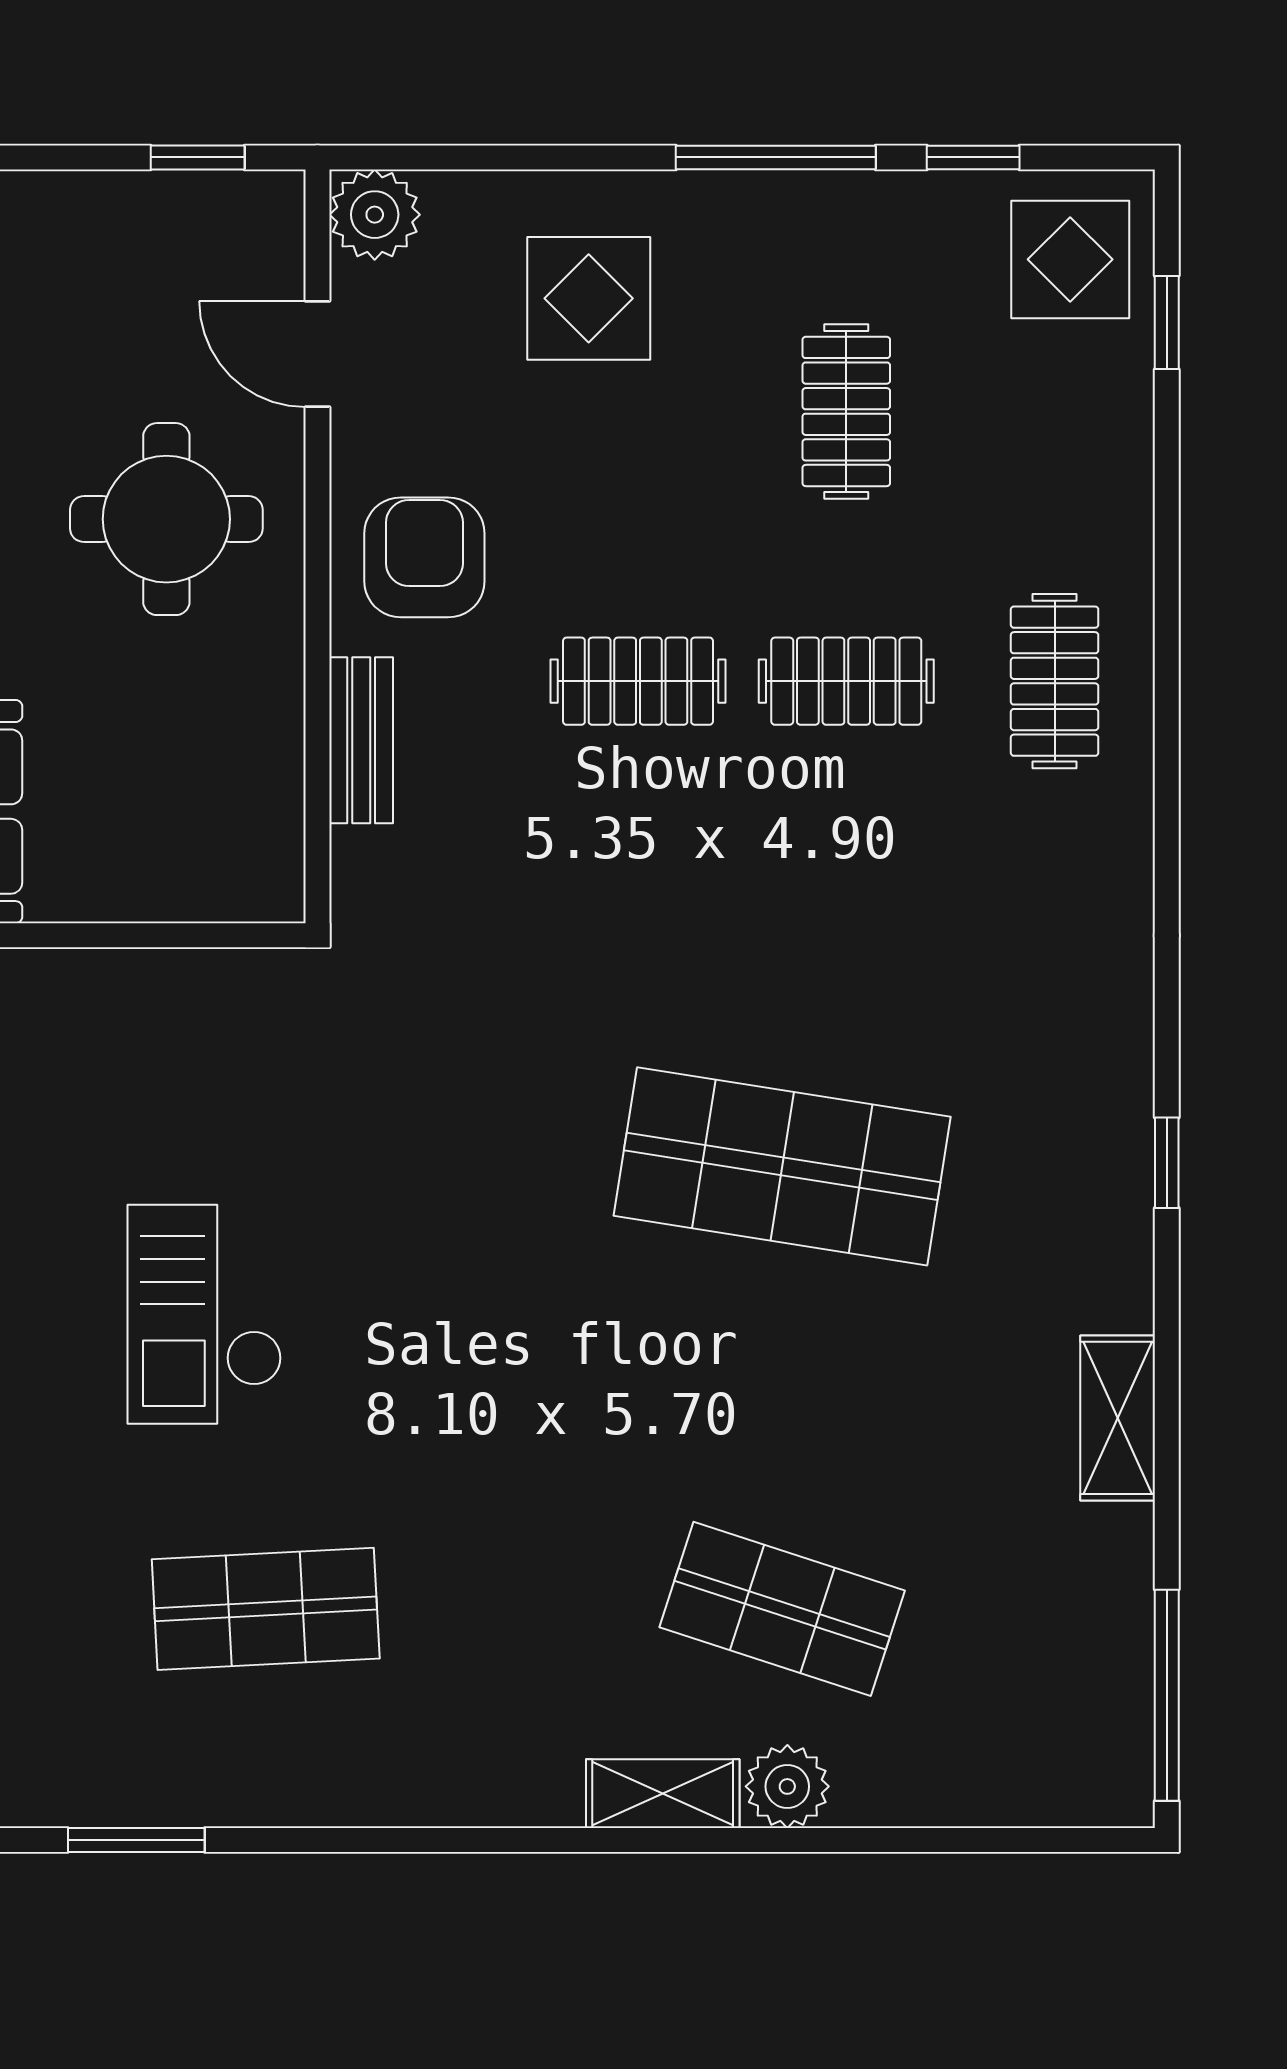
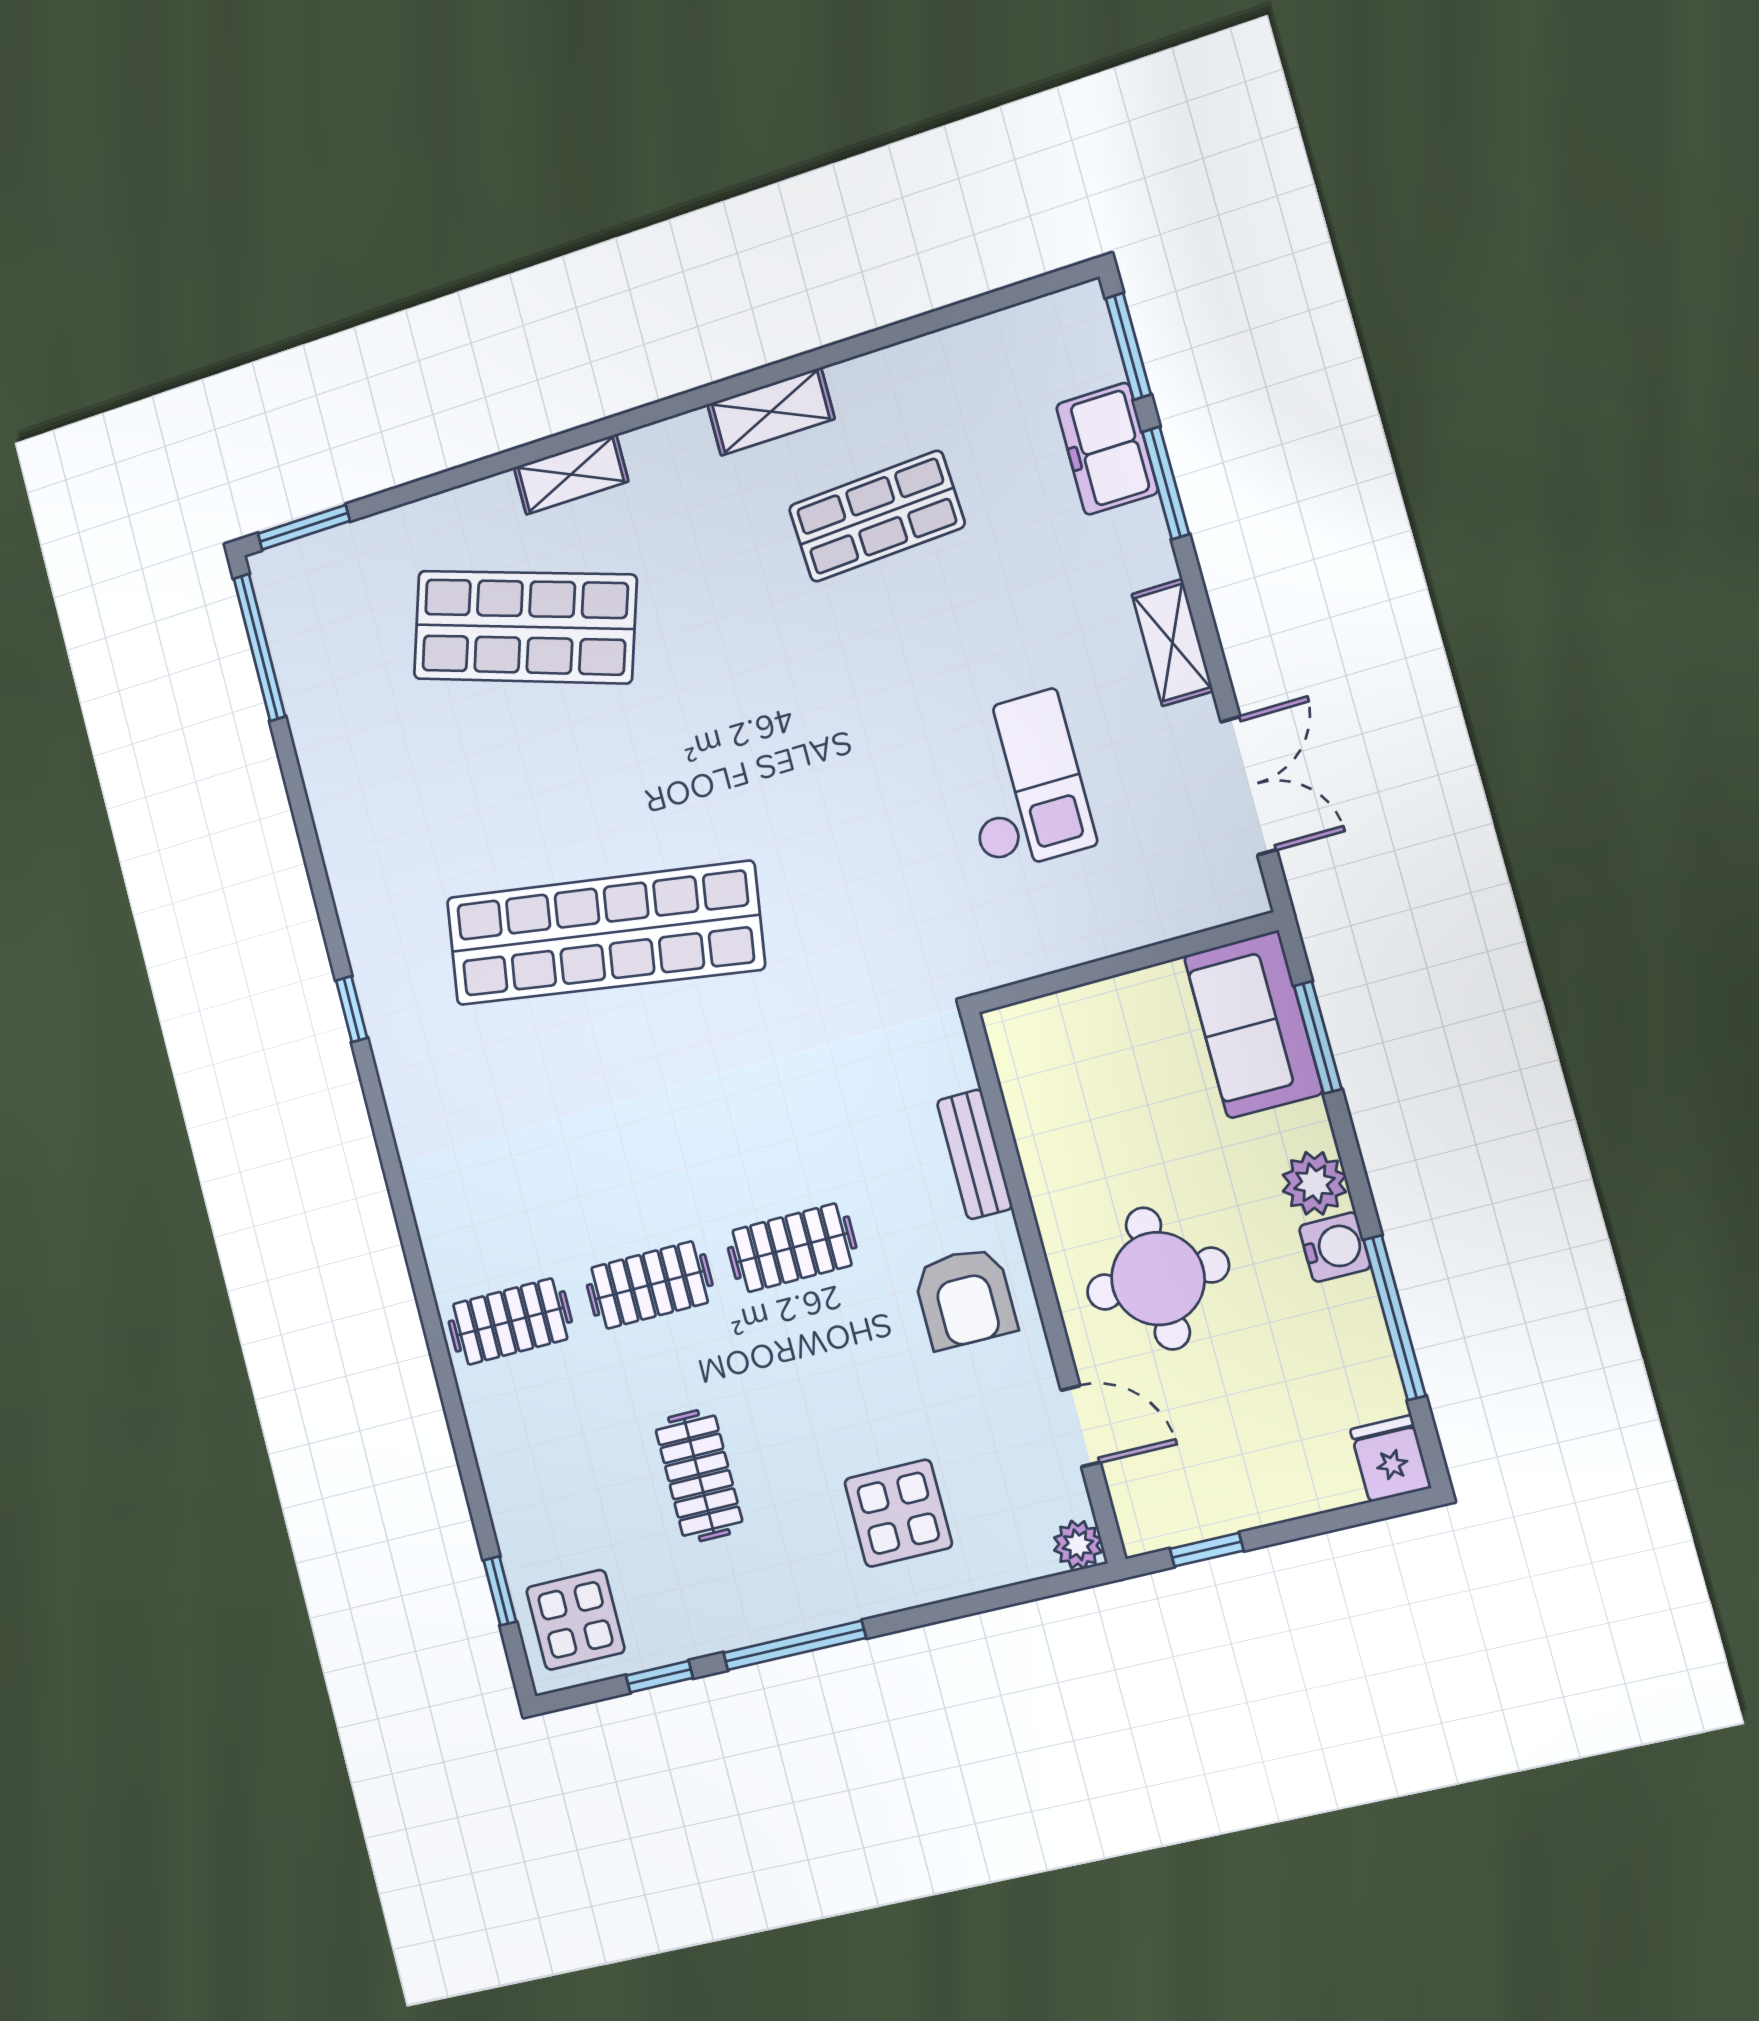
plant: (375, 215) -> (1078, 1545), width x0.73, depth x0.73
clothes rail: (1055, 681) -> (510, 1322), turned 90
shop shelf: (782, 1166) -> (604, 933), width x1.40
checkout: (205, 1314) -> (1022, 782), moved
shelving: (1118, 1418) -> (771, 412), moved, turned 90
shop shelf: (782, 1609) -> (525, 627), width x1.43, depth x1.36
plant: (787, 1786) -> (490, 506), removed
window: (136, 1840) -> (304, 527), moved

